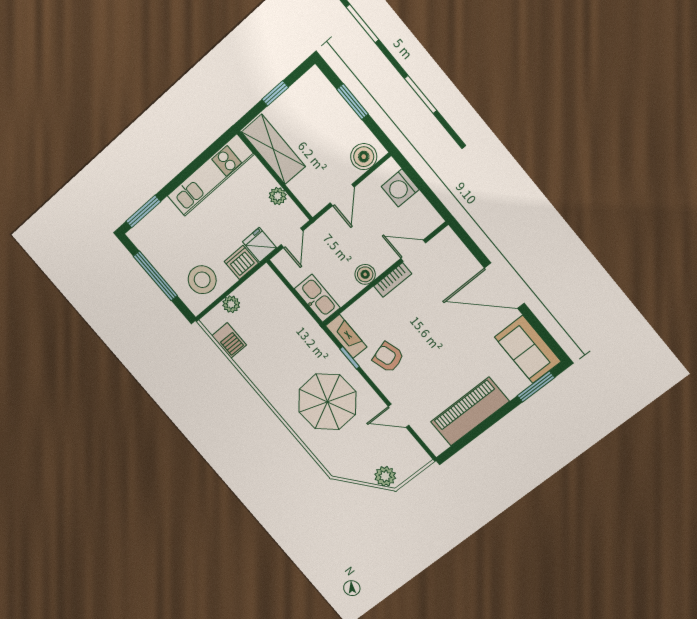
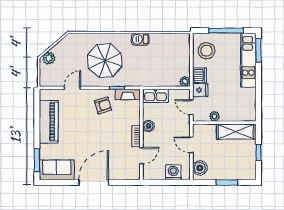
kitchen unit: (211, 175) -> (248, 60), moved
plant: (231, 304) -> (185, 81), moved
barbecue: (229, 340) -> (140, 39), moved

